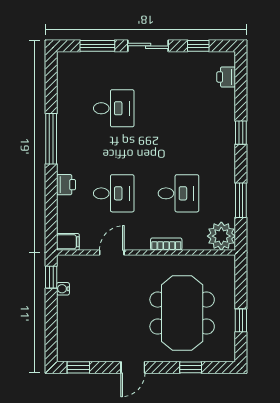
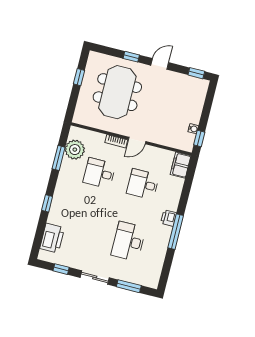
printer: (226, 77) -> (52, 238), width x1.87, depth x1.48
desk: (114, 108) -> (128, 241), width x1.37
printer: (66, 185) -> (168, 218), moved
plant: (221, 236) -> (75, 150), moved
filing cabinet: (68, 242) -> (181, 165), width x2.00
door: (112, 252) -> (137, 140), moved
window: (191, 367) -> (131, 57), moved

